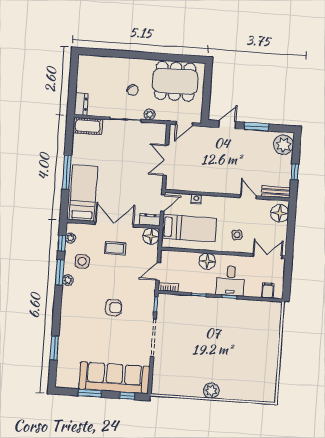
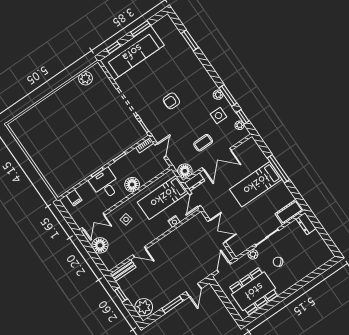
bed: (83, 193) -> (256, 184), moved, turned 90
floor lamp: (280, 213) -> (100, 245), moved
plant: (211, 391) -> (85, 78), moved

